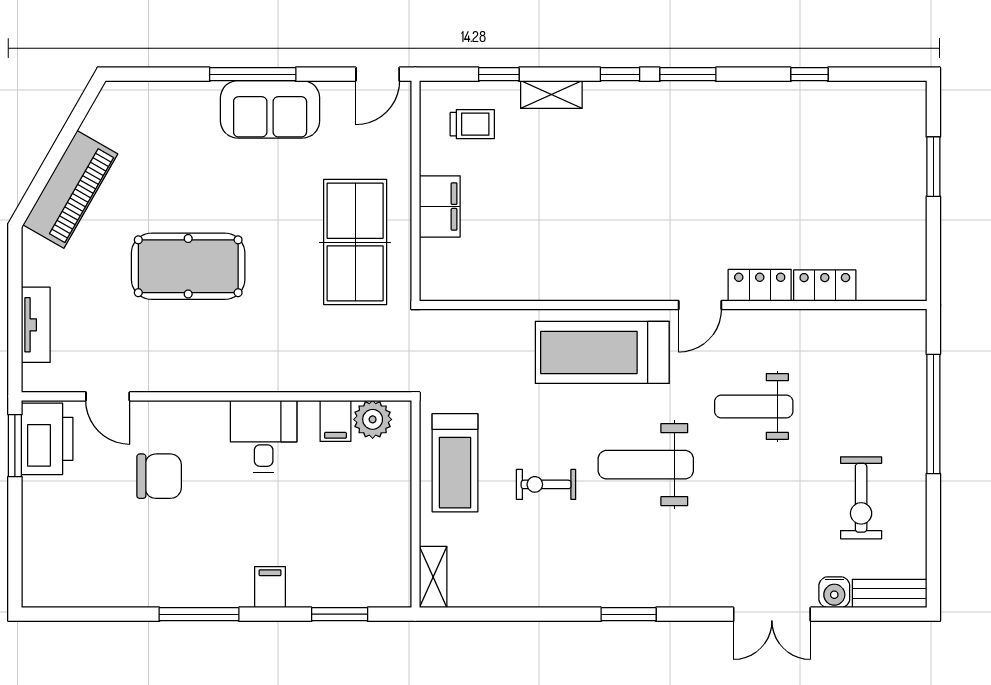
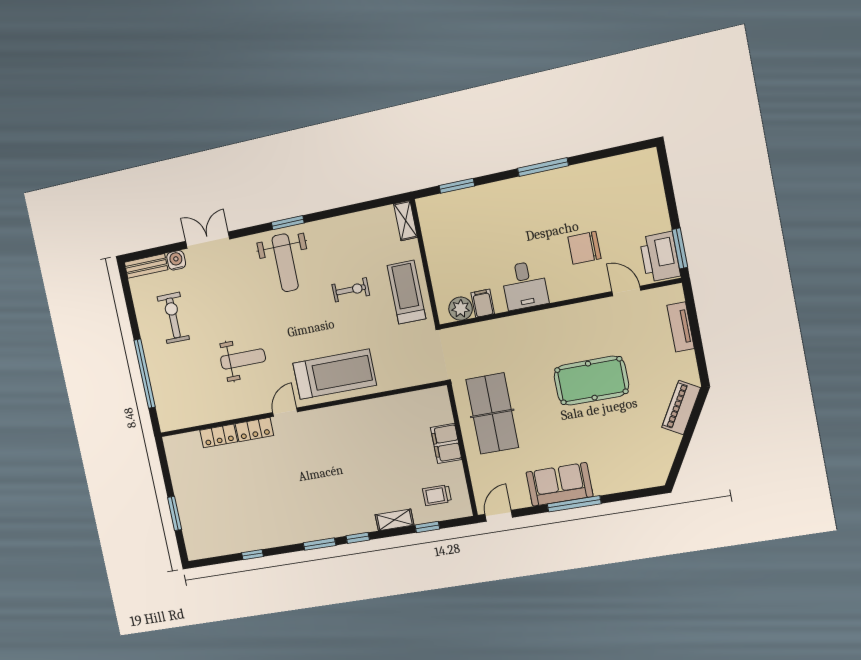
piano: (70, 189) -> (681, 408), width x0.73, depth x0.75
weight bench: (646, 465) -> (285, 263), moved, turned 90
filing cabinet: (270, 587) -> (502, 193), removed

